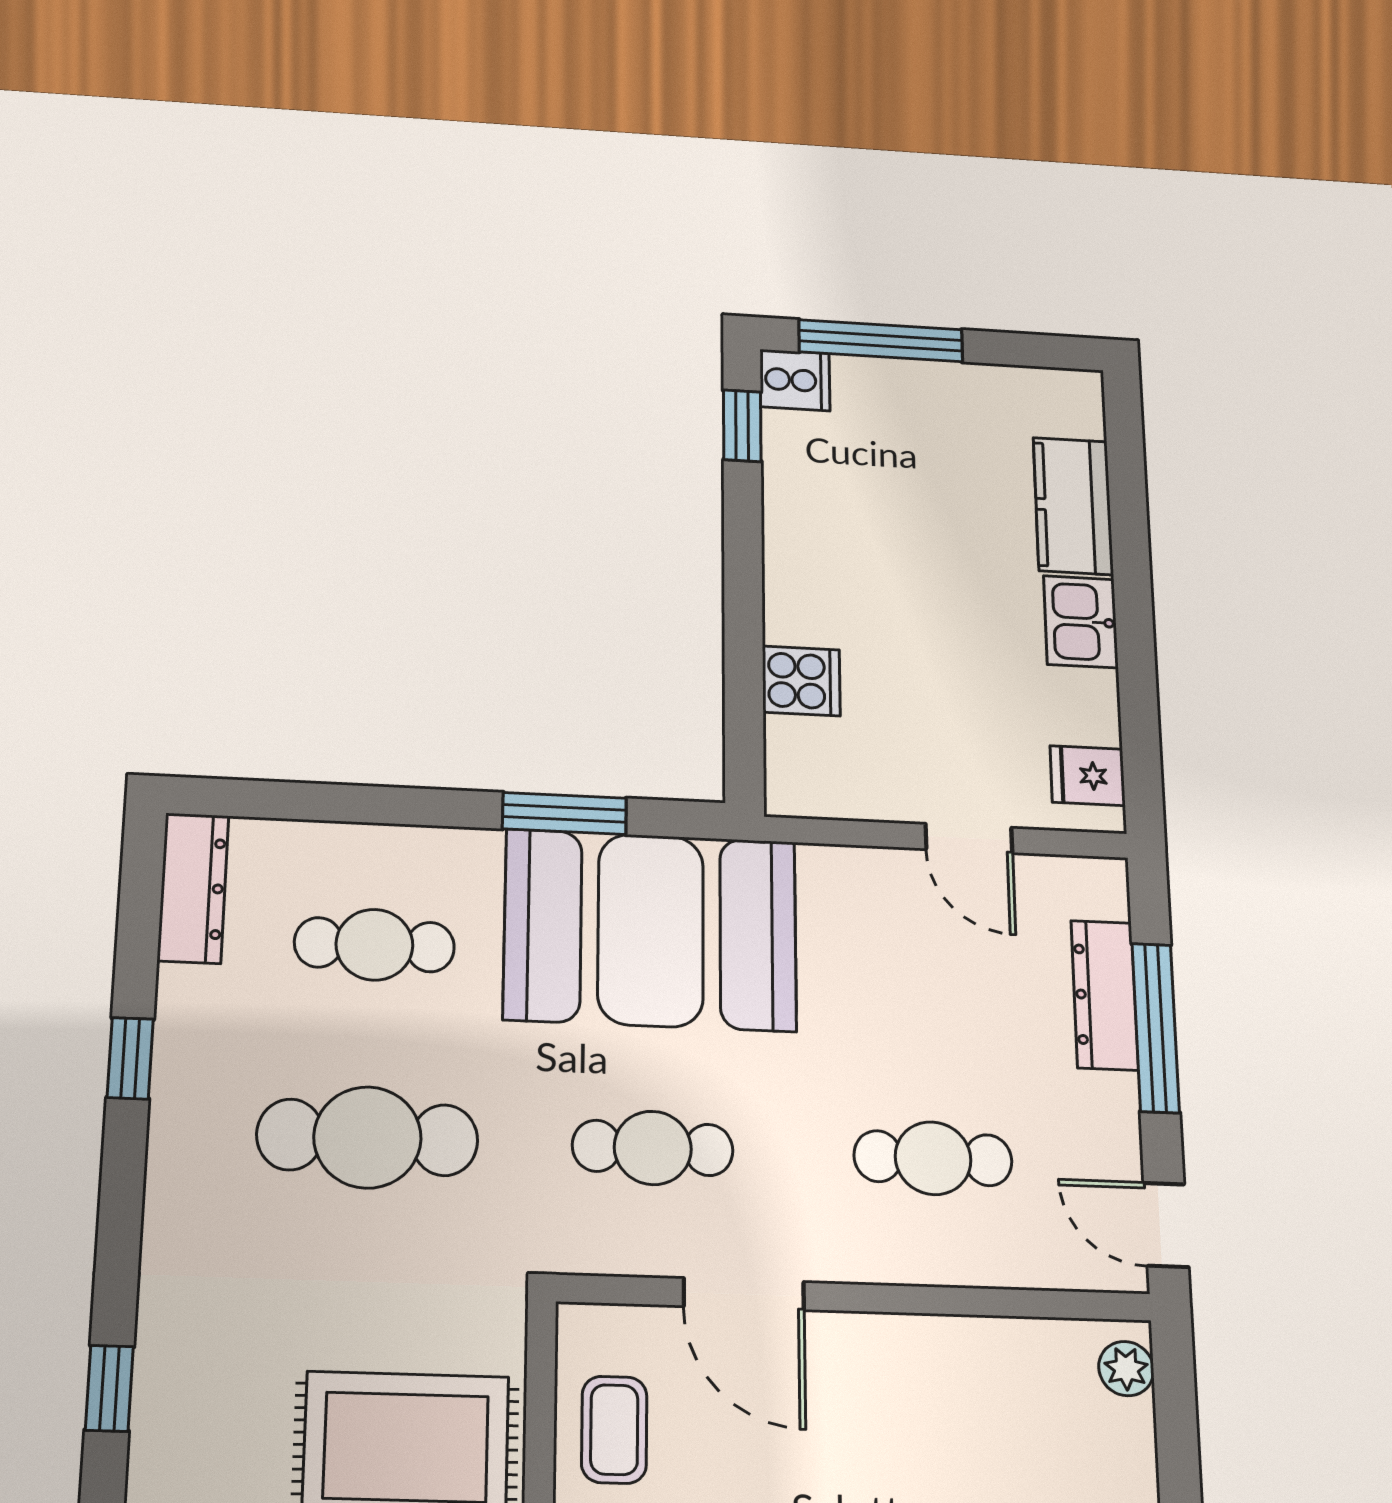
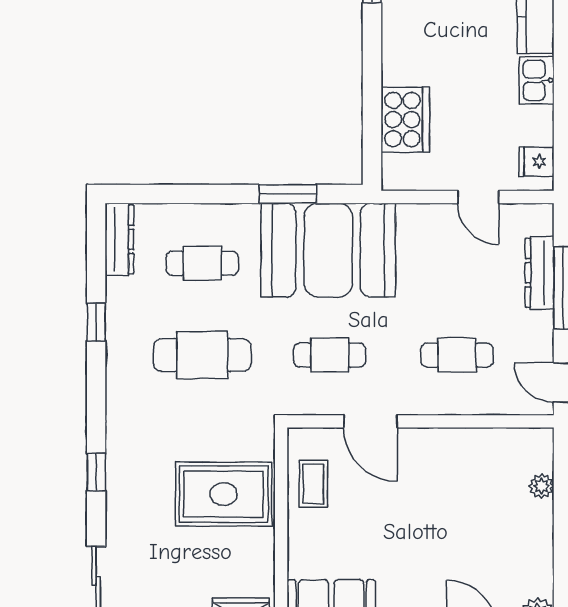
cooker: (801, 681) -> (405, 120), width x1.87, depth x1.31
plant: (1126, 1369) -> (542, 486), moved

